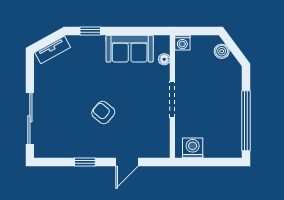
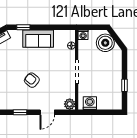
sofa: (130, 49) -> (38, 39), moved
boiler: (222, 51) -> (105, 43), width x1.86, depth x1.86
window: (246, 121) -> (124, 85), width x0.32
plant: (161, 149) -> (70, 104), added

